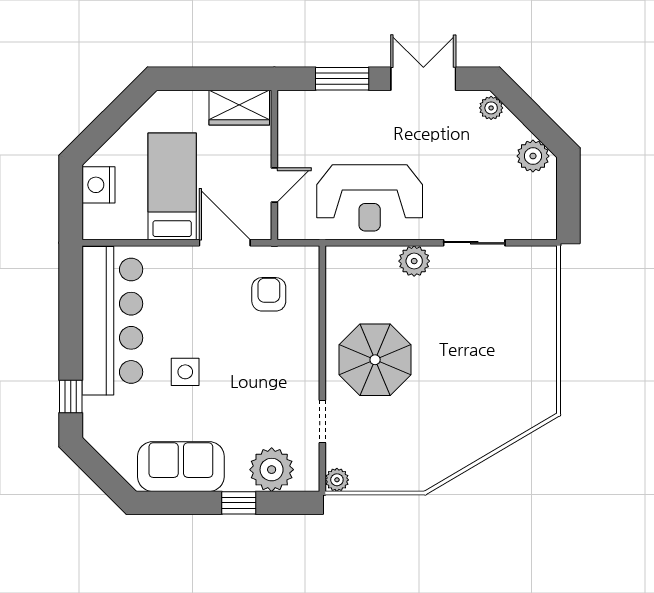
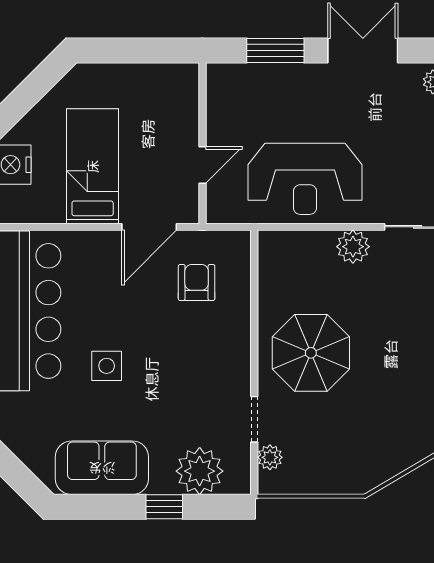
wardrobe: (239, 108) -> (165, 82), removed
door: (225, 243) -> (149, 227), swing flipped
plant: (337, 480) -> (270, 457), moved

